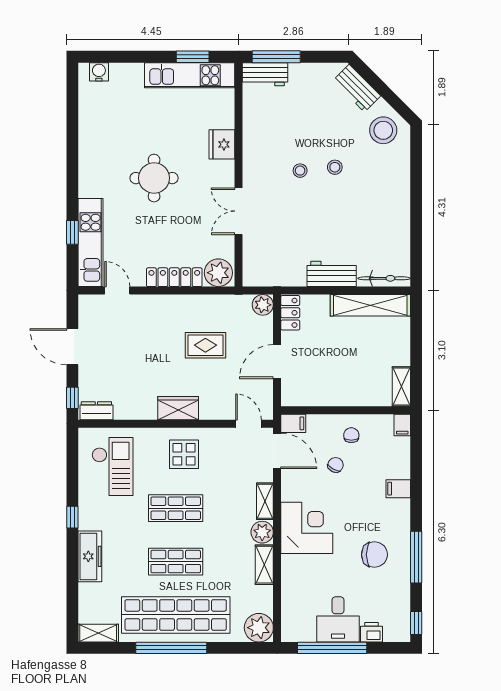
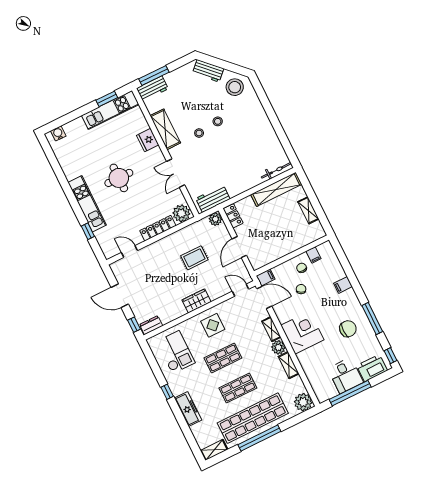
shelving: (254, 141) -> (165, 129), added
kitchen unit: (91, 243) -> (87, 204), moved
workbench: (332, 274) -> (213, 199), moved
shelving: (401, 386) -> (308, 210), moved
filing cabinet: (402, 425) -> (313, 255), moved
printer: (372, 632) -> (372, 368), width x1.87, depth x1.48

